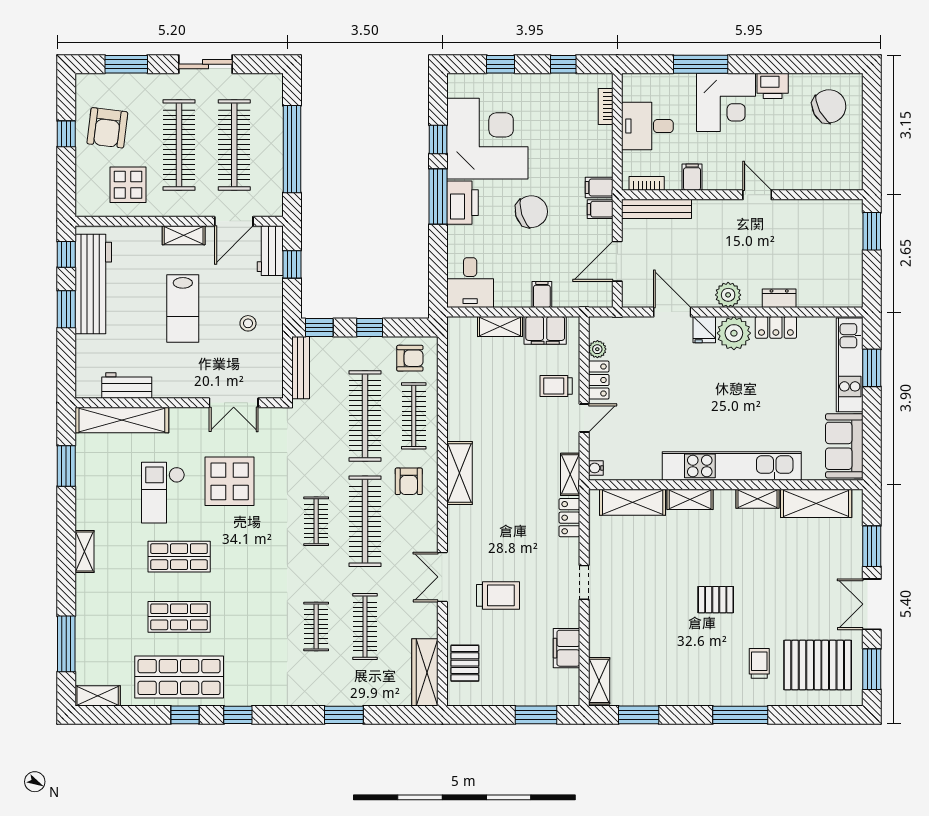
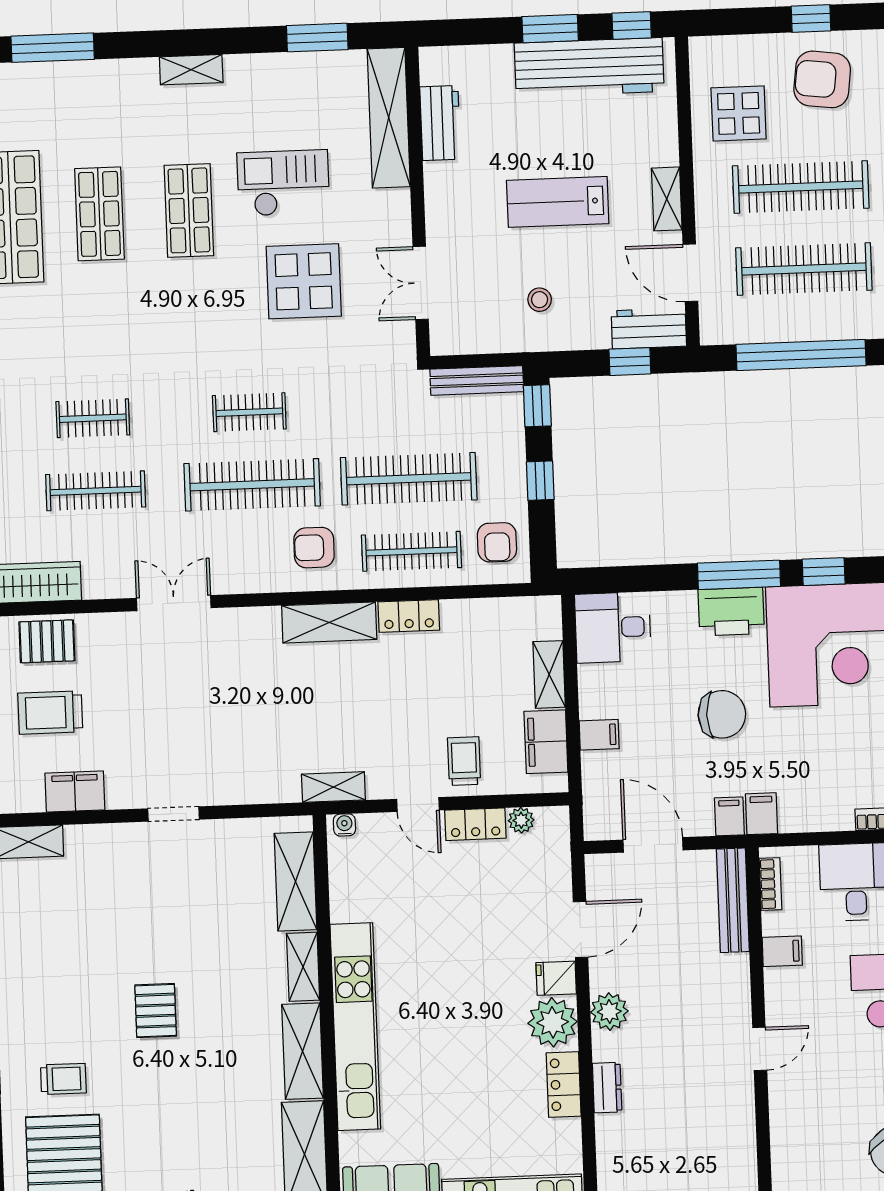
chair: (531, 212) -> (722, 714), turned -72
shelving: (757, 499) -> (303, 1051), width x1.50, depth x1.33
locker: (569, 518) -> (409, 616), moved, turned 180
trolley: (498, 595) -> (50, 712), moved, turned 90

